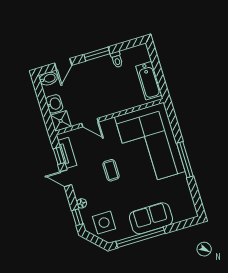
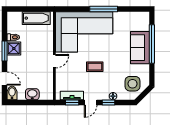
shower: (61, 121) -> (14, 49), moved
door: (90, 123) -> (54, 61), moved
window: (77, 217) -> (108, 103), moved
window: (141, 237) -> (152, 44), moved

